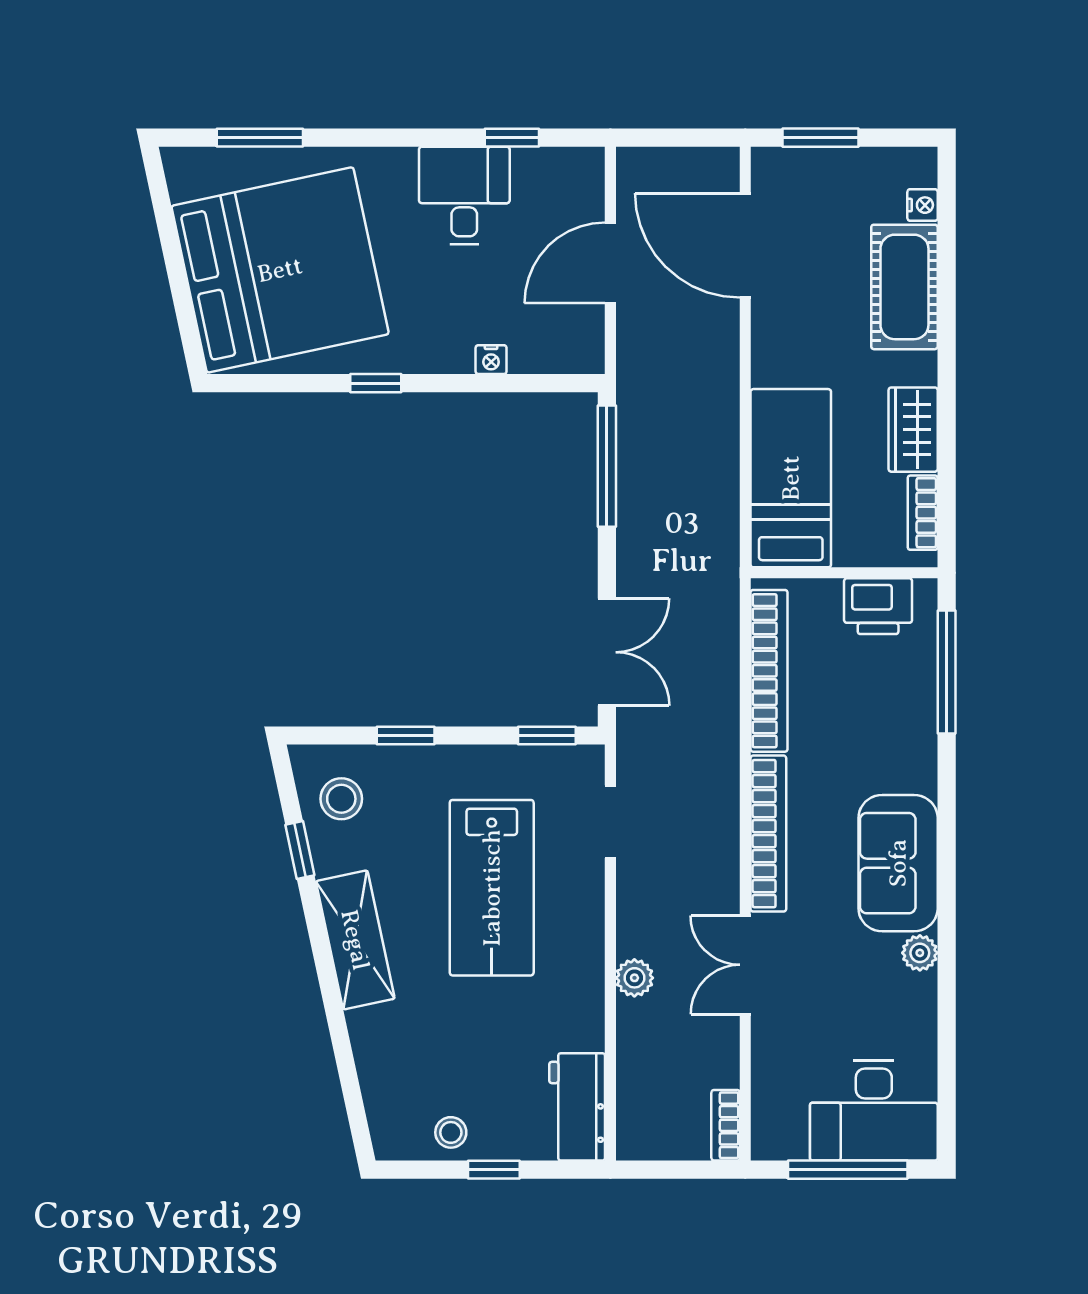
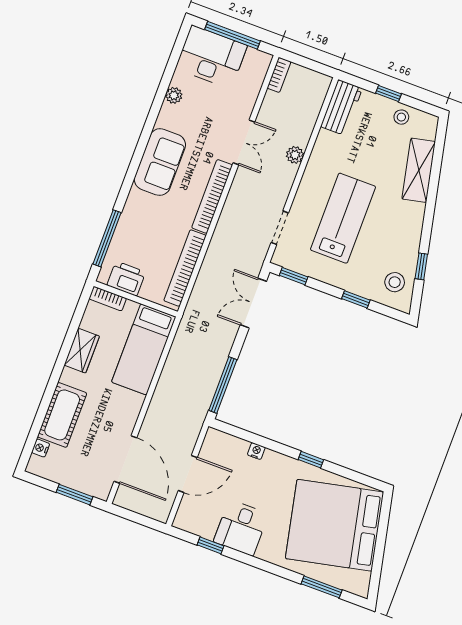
bookcase: (923, 513) -> (108, 299), moved, turned 90
shelving: (355, 940) -> (419, 170), moved
plant: (920, 953) -> (174, 95), moved

